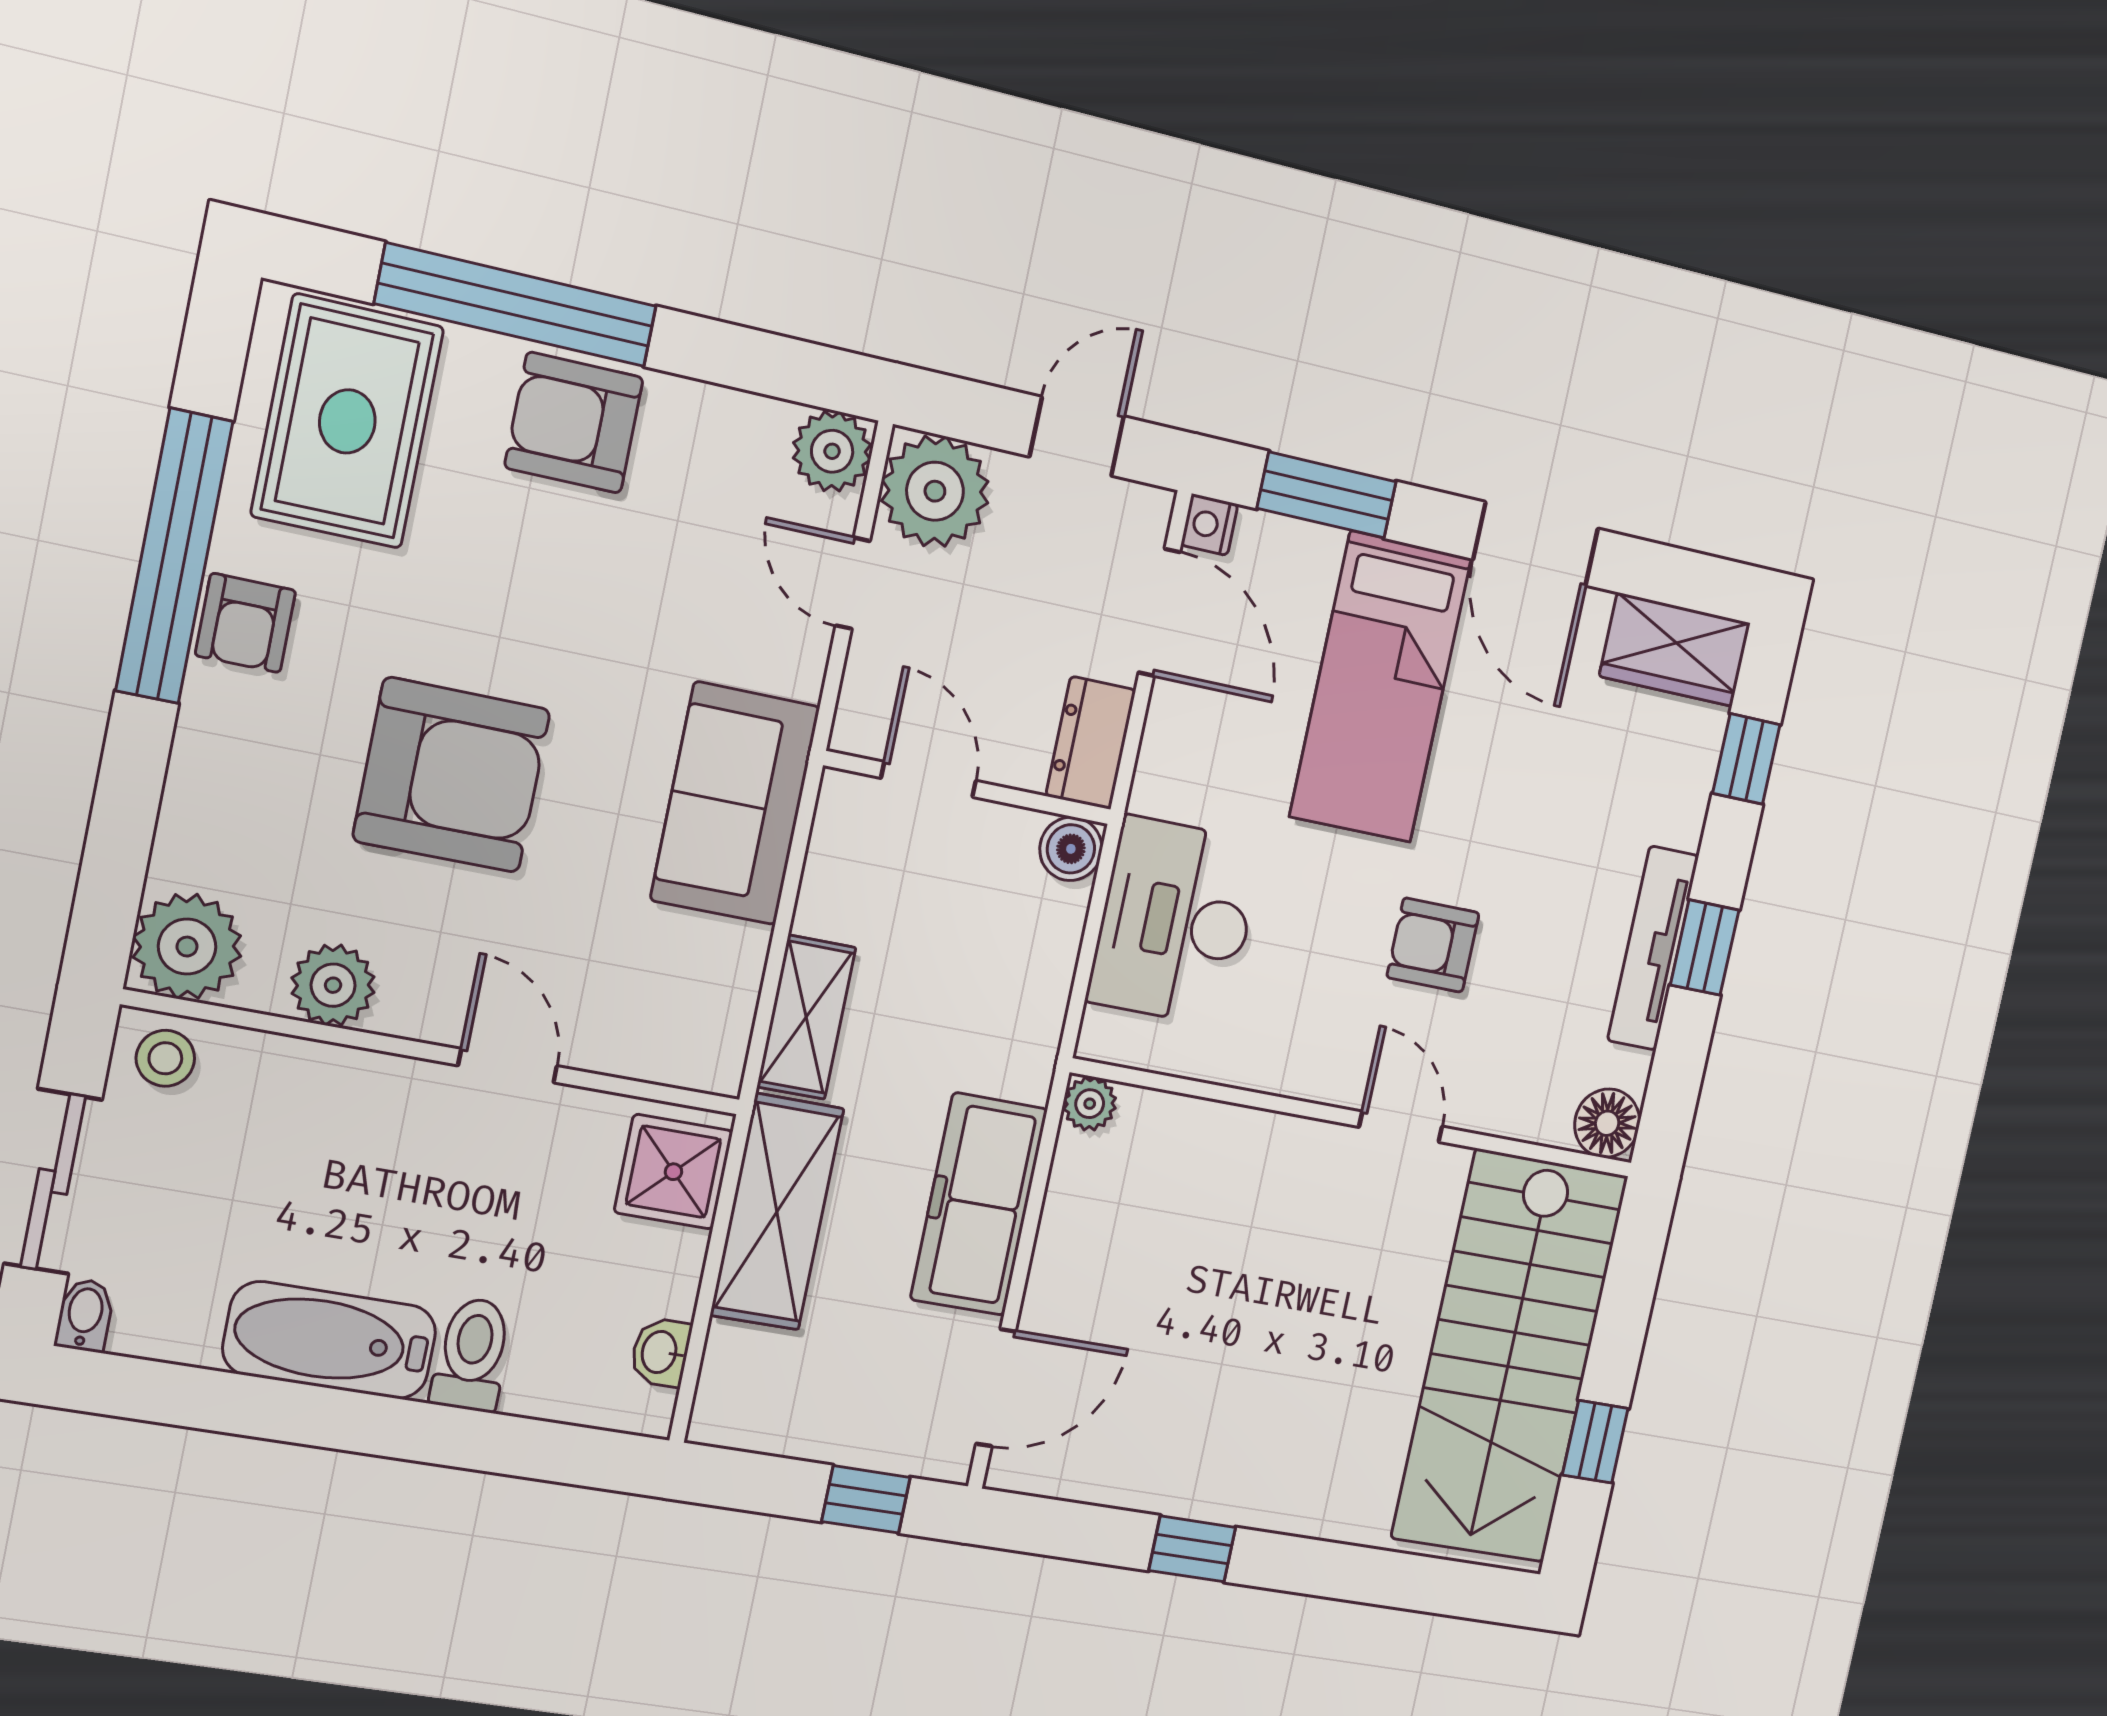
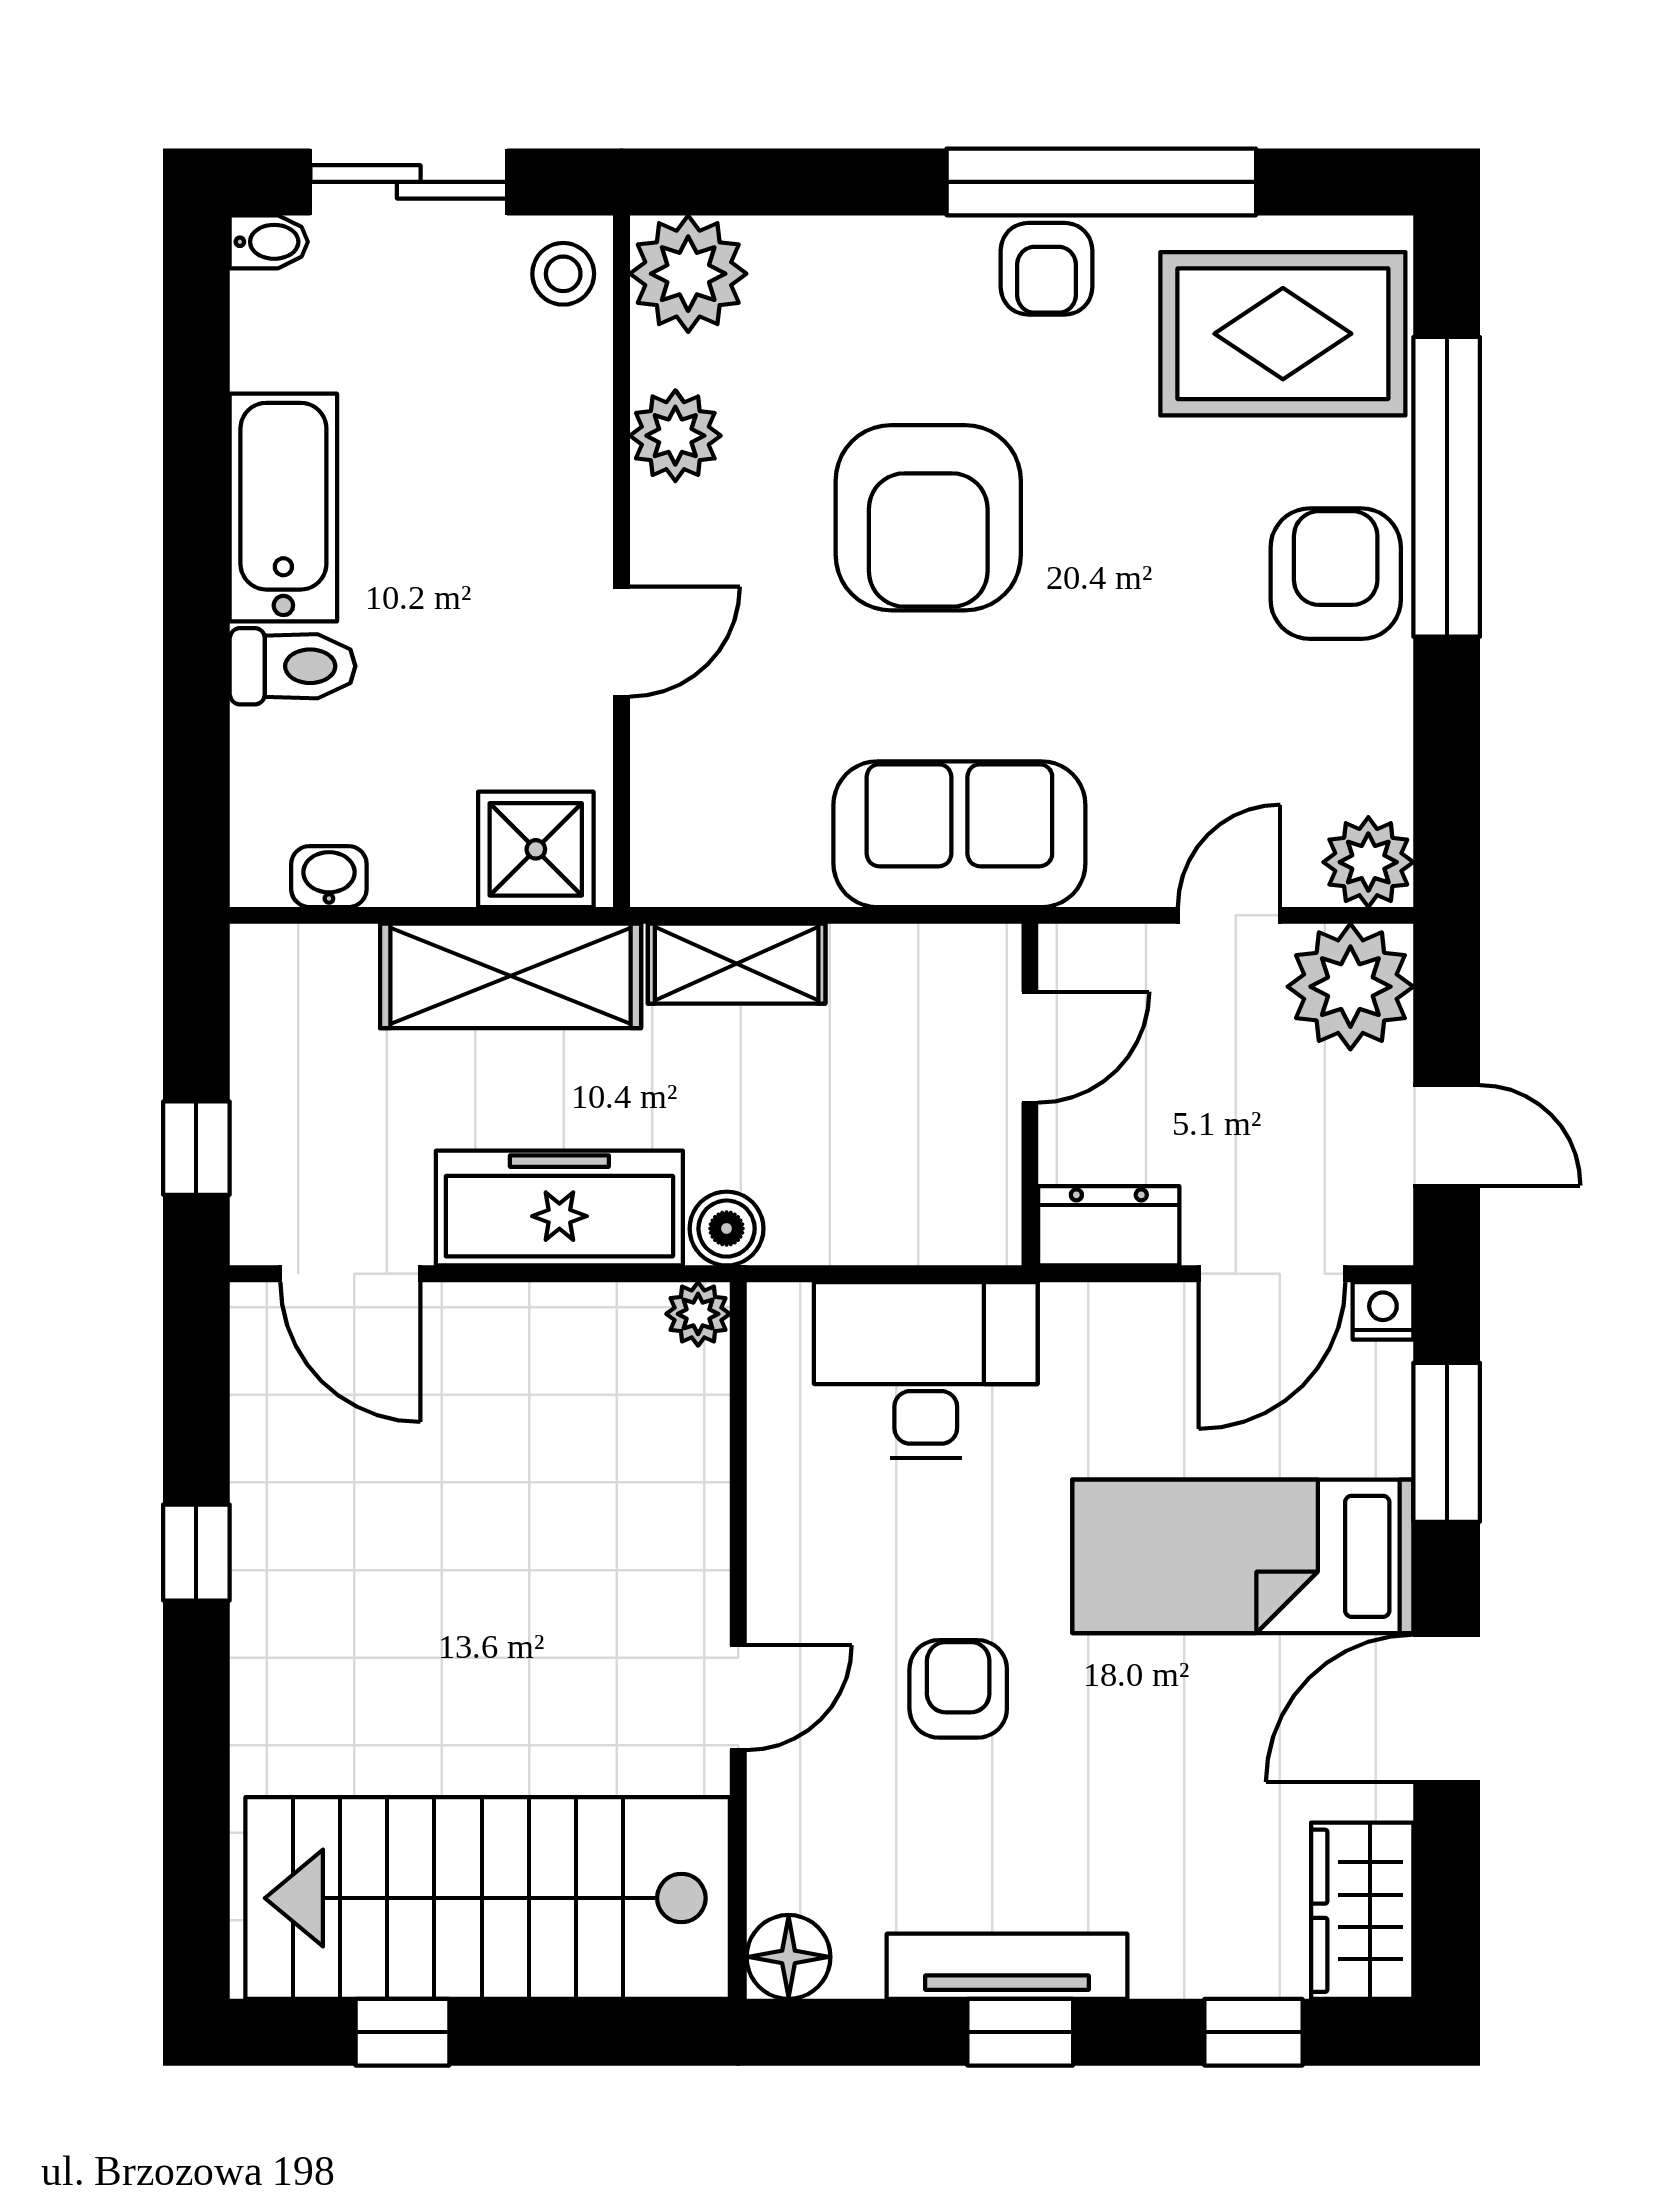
armchair: (245, 623) -> (1046, 269), turned -90
boiler: (1071, 849) -> (727, 1229), moved

